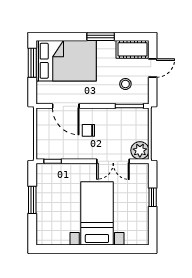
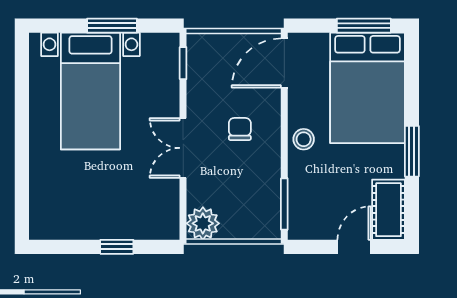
door: (153, 68) -> (354, 247), swing flipped
stool: (125, 84) -> (304, 139), moved
door: (66, 106) -> (284, 63), moved
double door: (113, 161) -> (183, 148), moved
bed with nightstands: (97, 213) -> (90, 91), moved, turned 90

